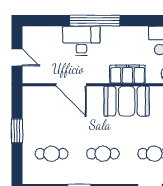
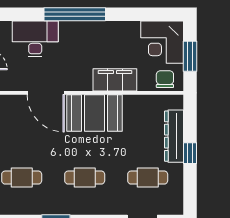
desk: (81, 41) -> (35, 39), moved
booth: (127, 101) -> (95, 113), moved

